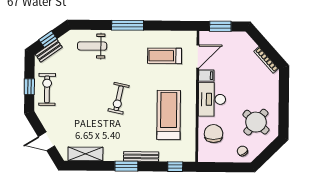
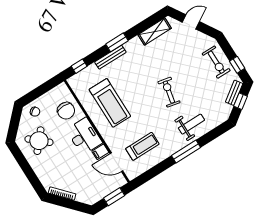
weight bench: (92, 46) -> (191, 124), moved
door: (198, 56) -> (116, 162), hinge flipped
window: (29, 87) -> (237, 65), moved
exercise bike: (119, 98) -> (169, 92), moved

